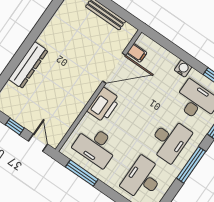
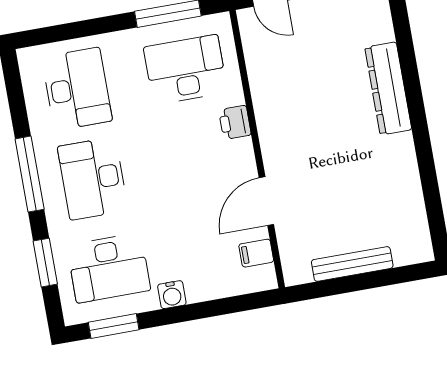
door: (114, 68) -> (266, 201), width x0.73
printer: (104, 105) -> (235, 122), width x0.53, depth x0.68

